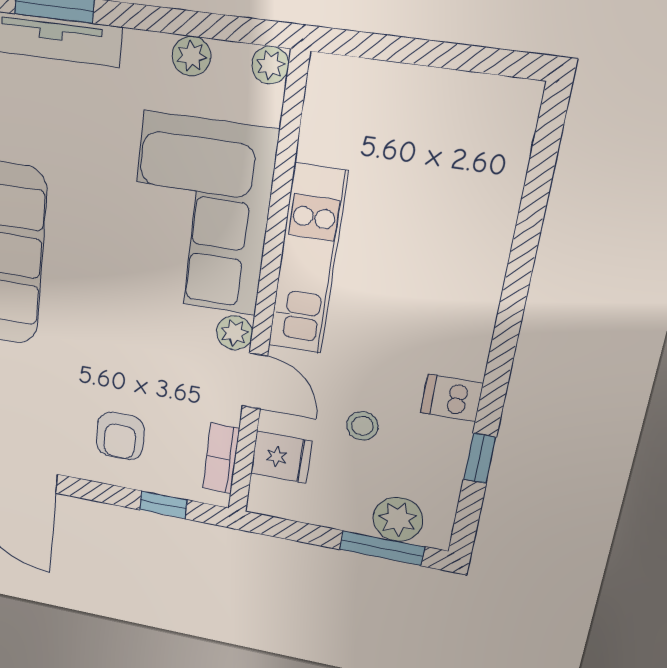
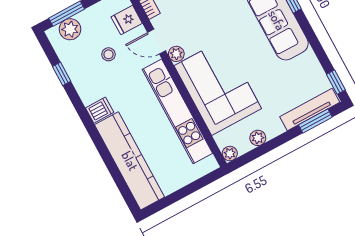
kitchen counter: (485, 201) -> (130, 161), added
kitchen unit: (308, 260) -> (177, 111), width x1.36
dishwasher: (452, 398) -> (100, 110), moved

